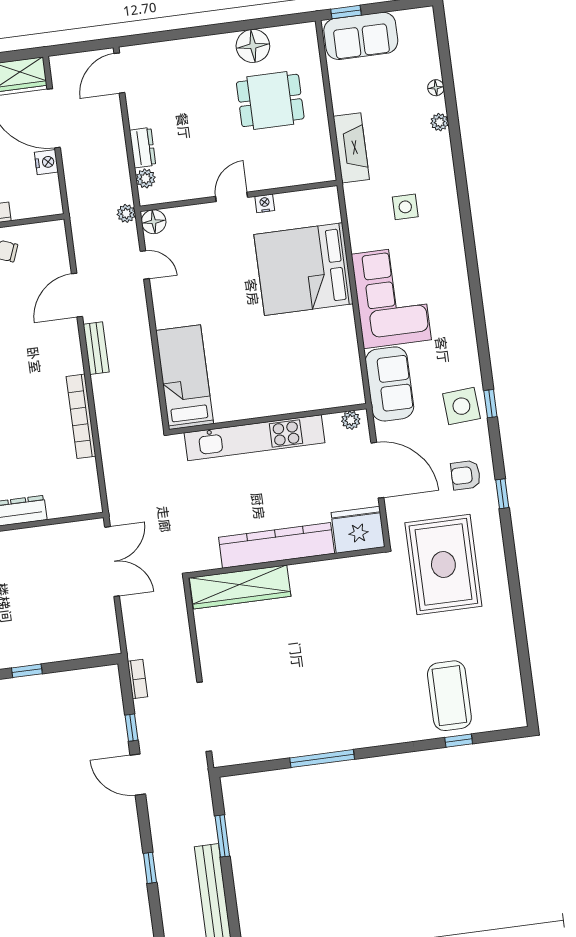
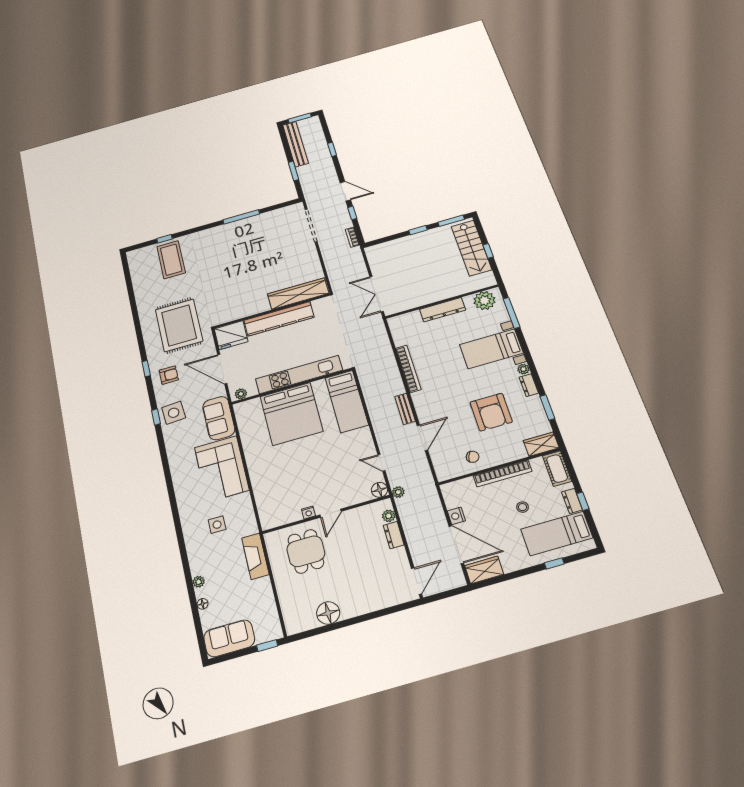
sofa: (361, 36) -> (229, 638), moved
dining table: (270, 100) -> (306, 551), moved, turned 90
bed: (303, 269) -> (292, 414), moved, turned 90

